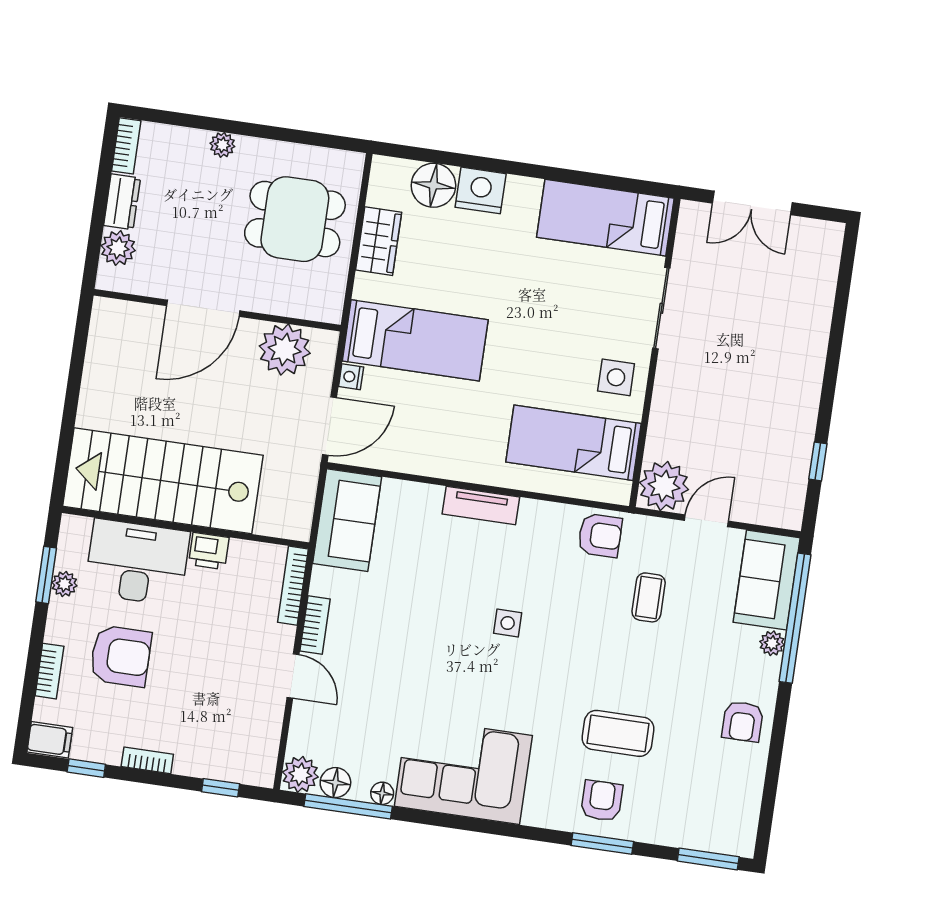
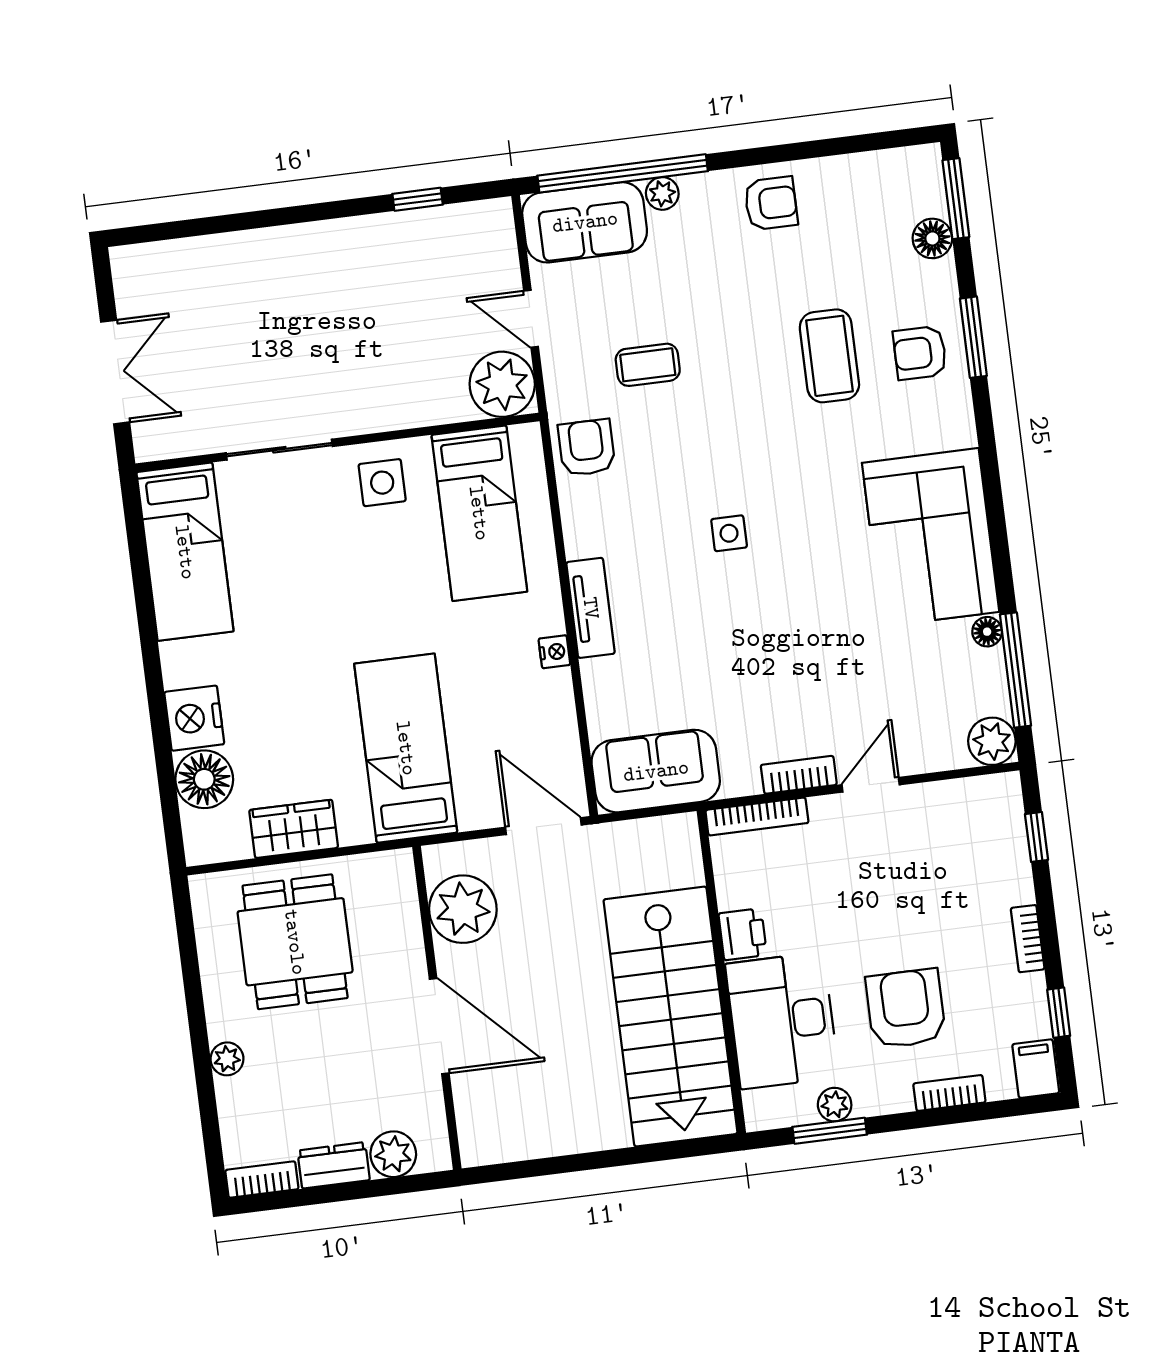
nightstand: (351, 377) -> (554, 652), moved, turned -90
floor lamp: (335, 783) -> (932, 238), moved

